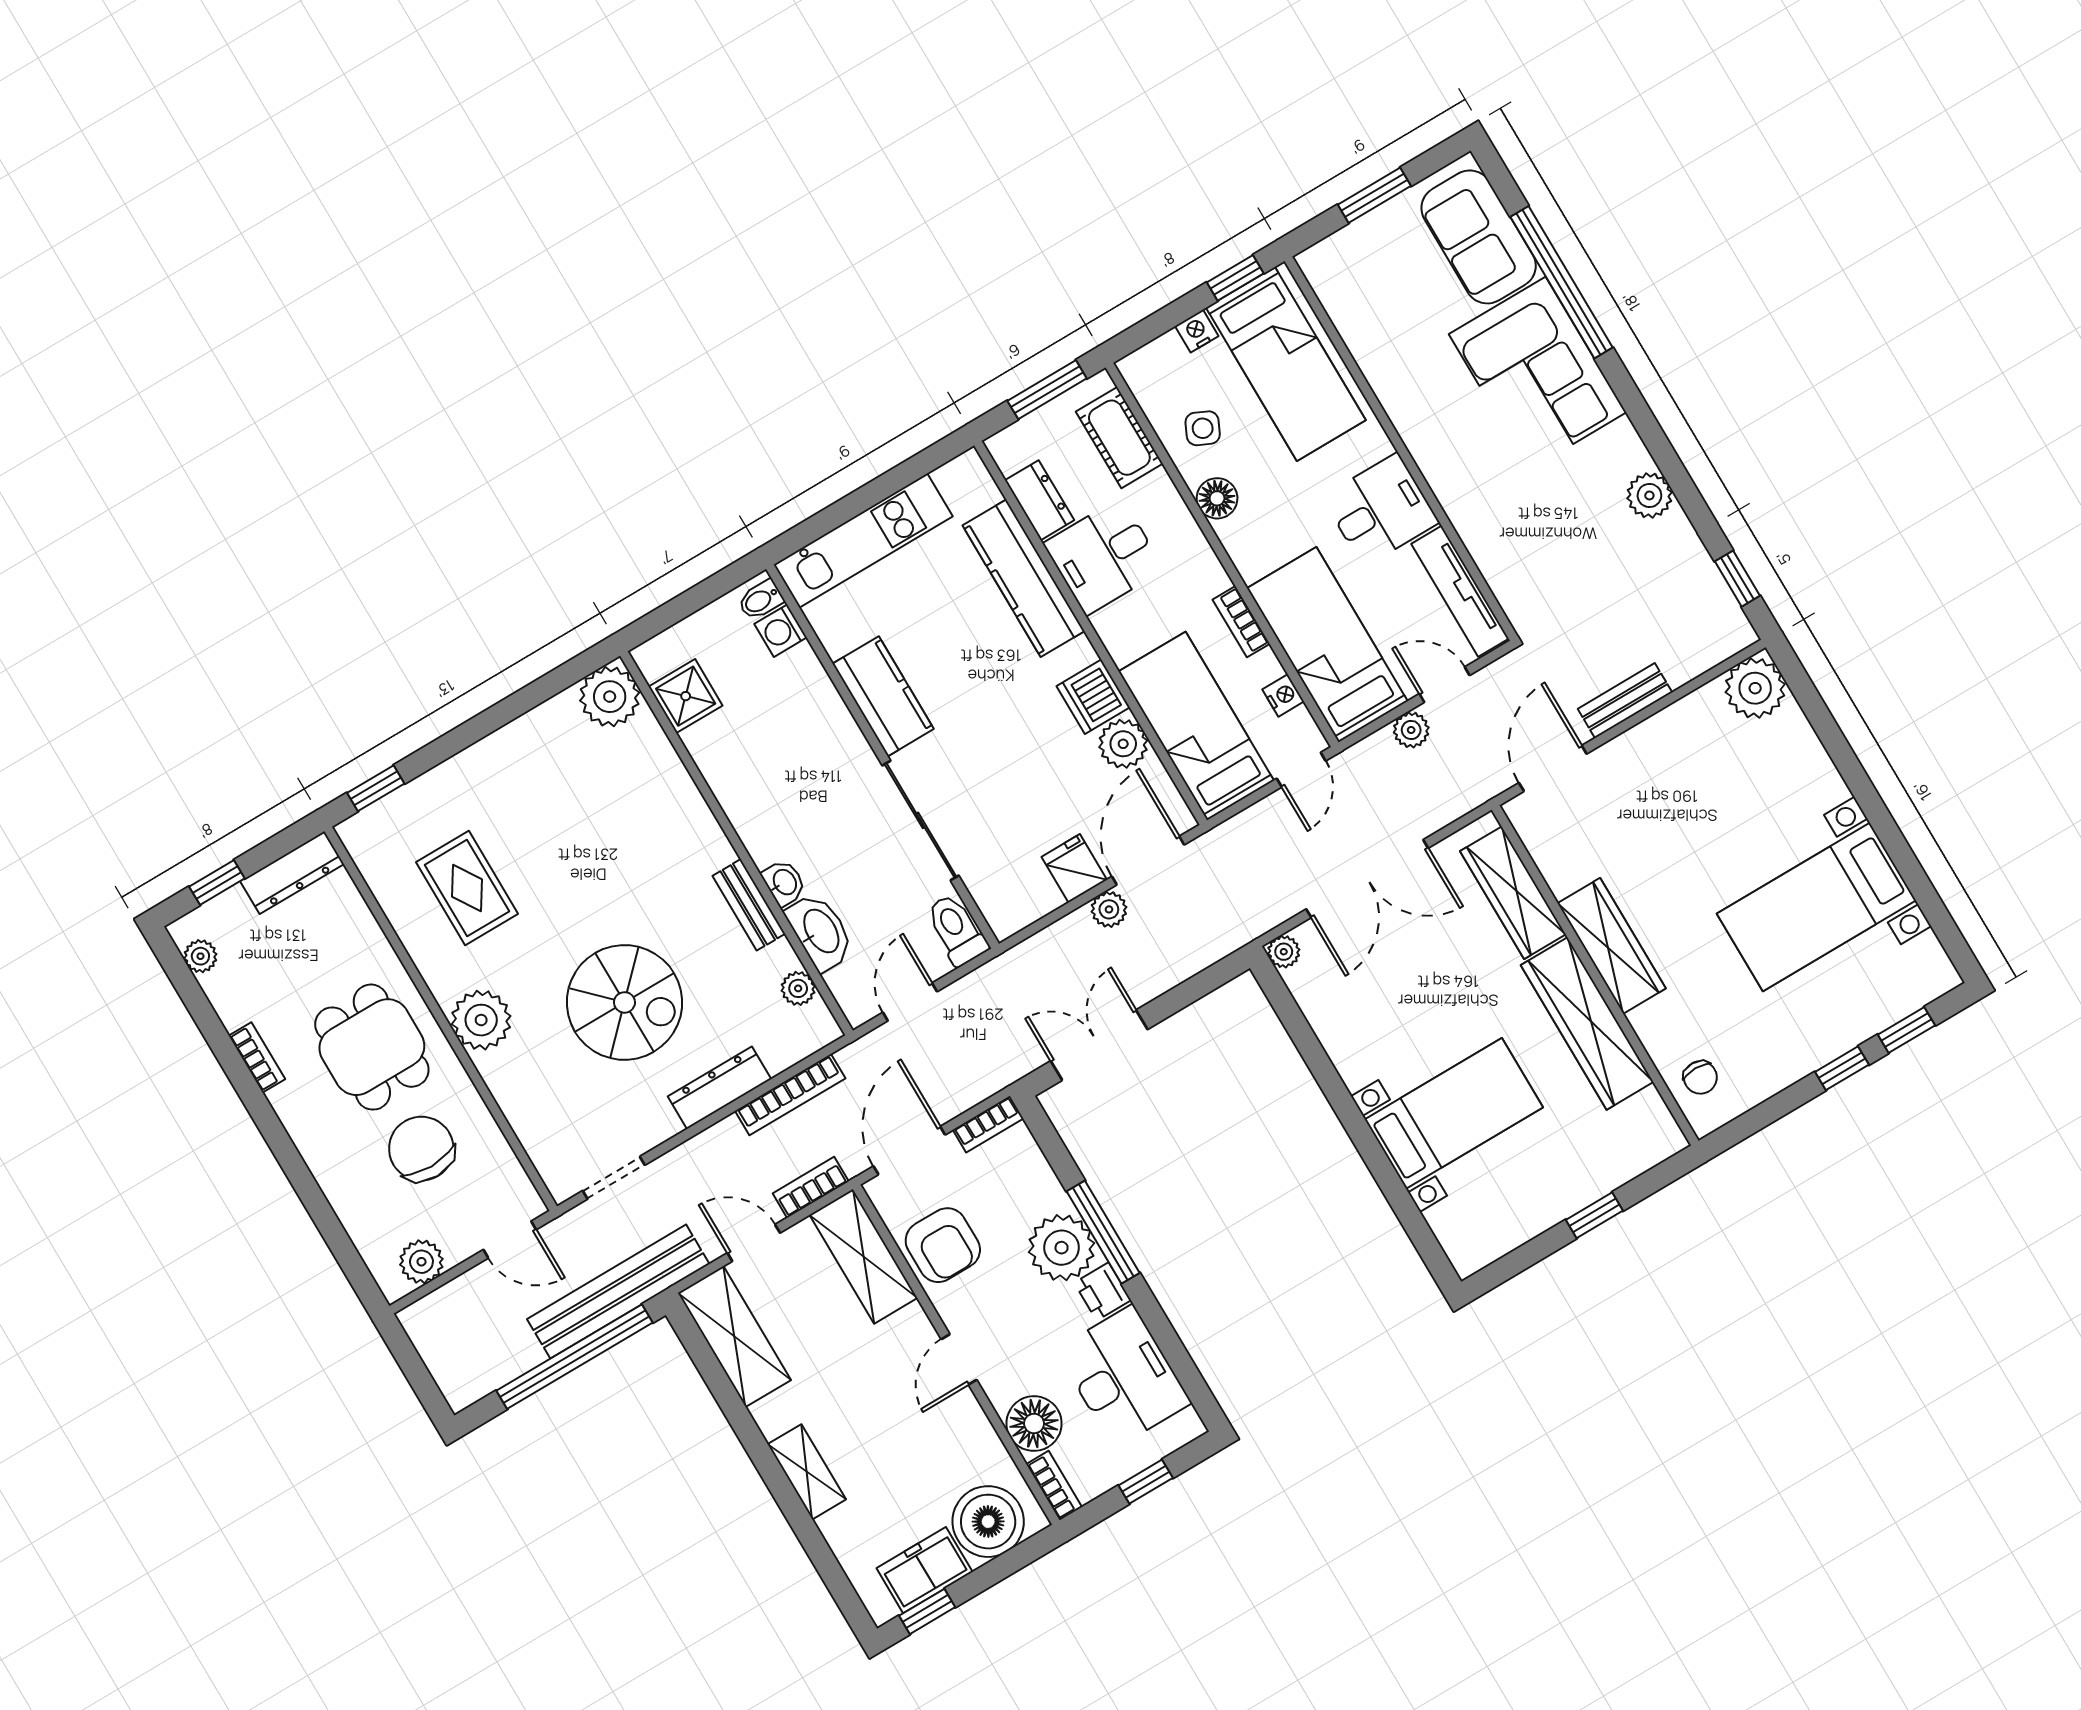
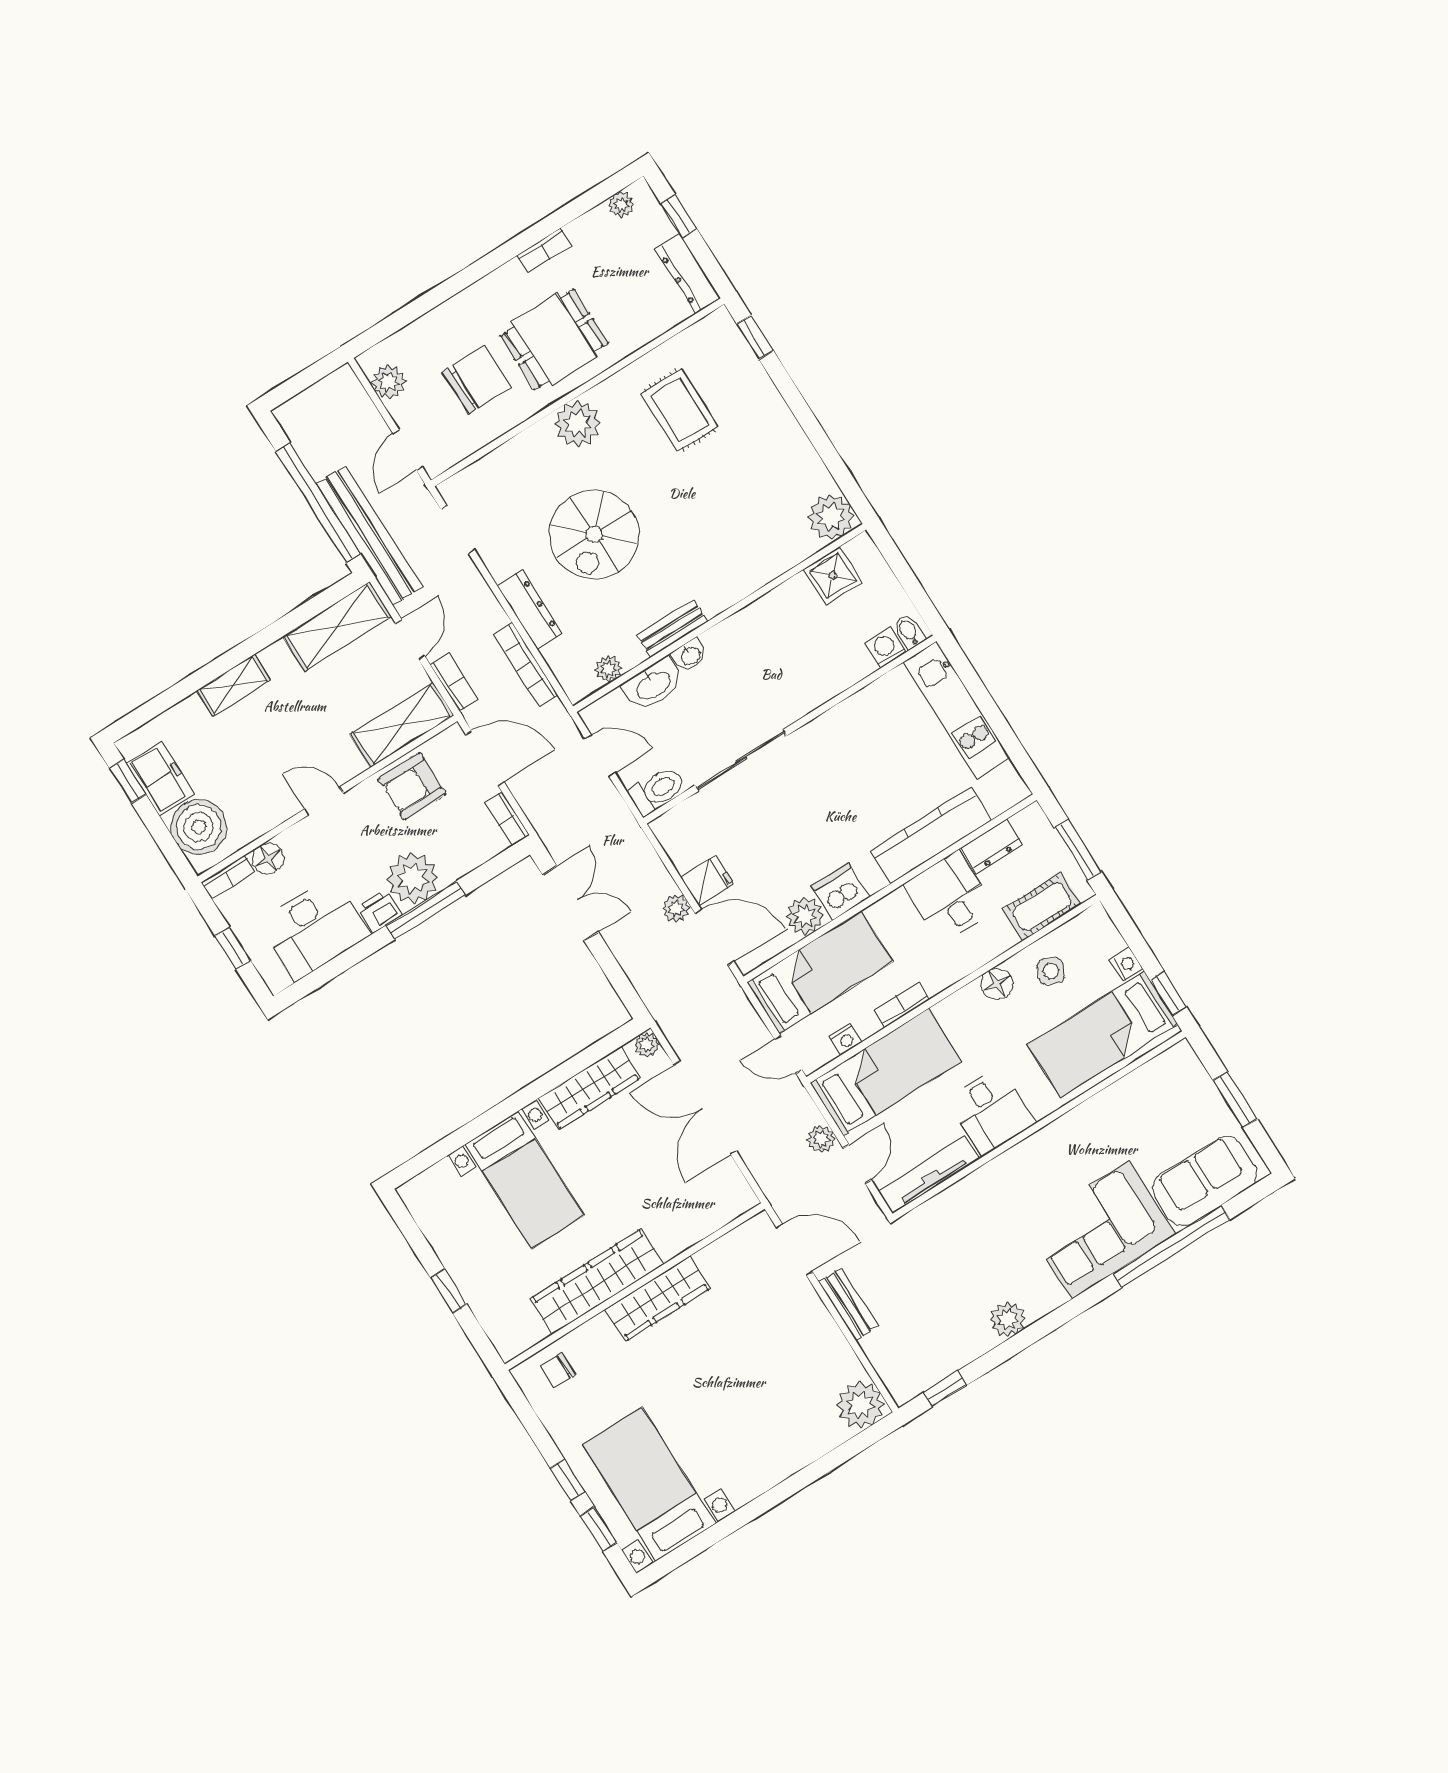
kitchen counter: (883, 696) -> (837, 729), removed
rug: (467, 888) -> (679, 410), turned 90
wardrobe: (1513, 893) -> (589, 1088), moved, turned 180
bed with nightstands: (1816, 907) -> (649, 1484), moved
floor lamp: (1034, 1424) -> (268, 859), width x0.73, depth x0.73

